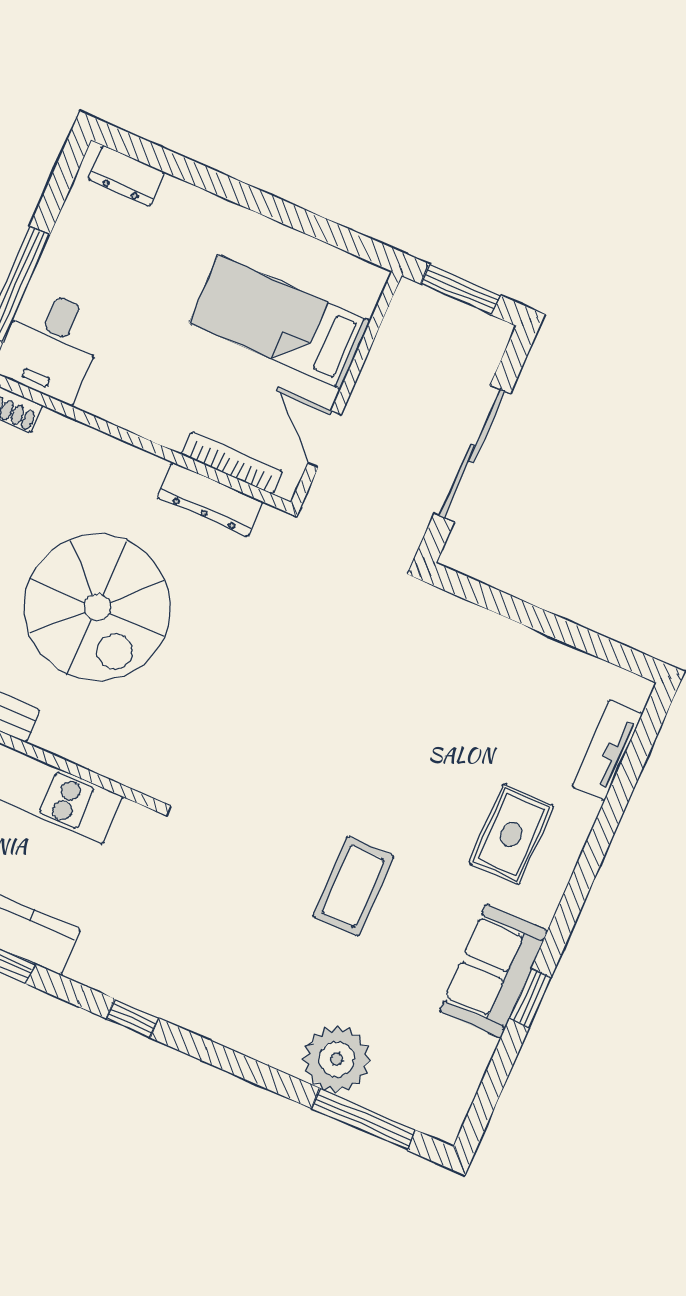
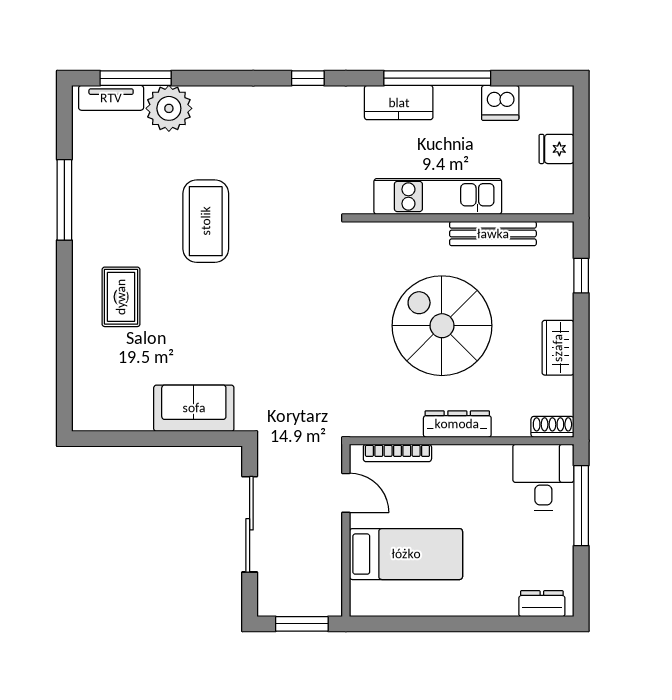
dresser: (210, 500) -> (457, 424), moved
tv unit: (607, 750) -> (111, 98), moved, turned 90
coffee table: (353, 886) -> (206, 221), width x1.36, depth x1.32
sofa: (493, 971) -> (194, 408), moved, turned -90
window: (530, 998) -> (64, 200), width x2.17

